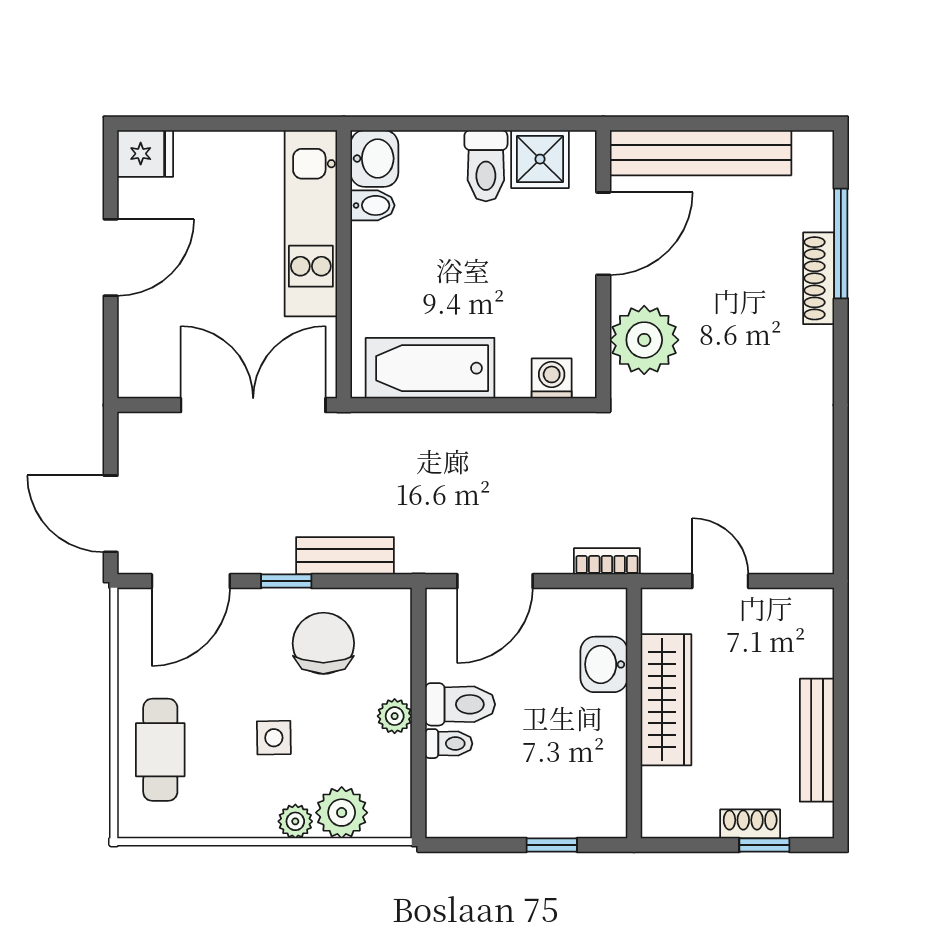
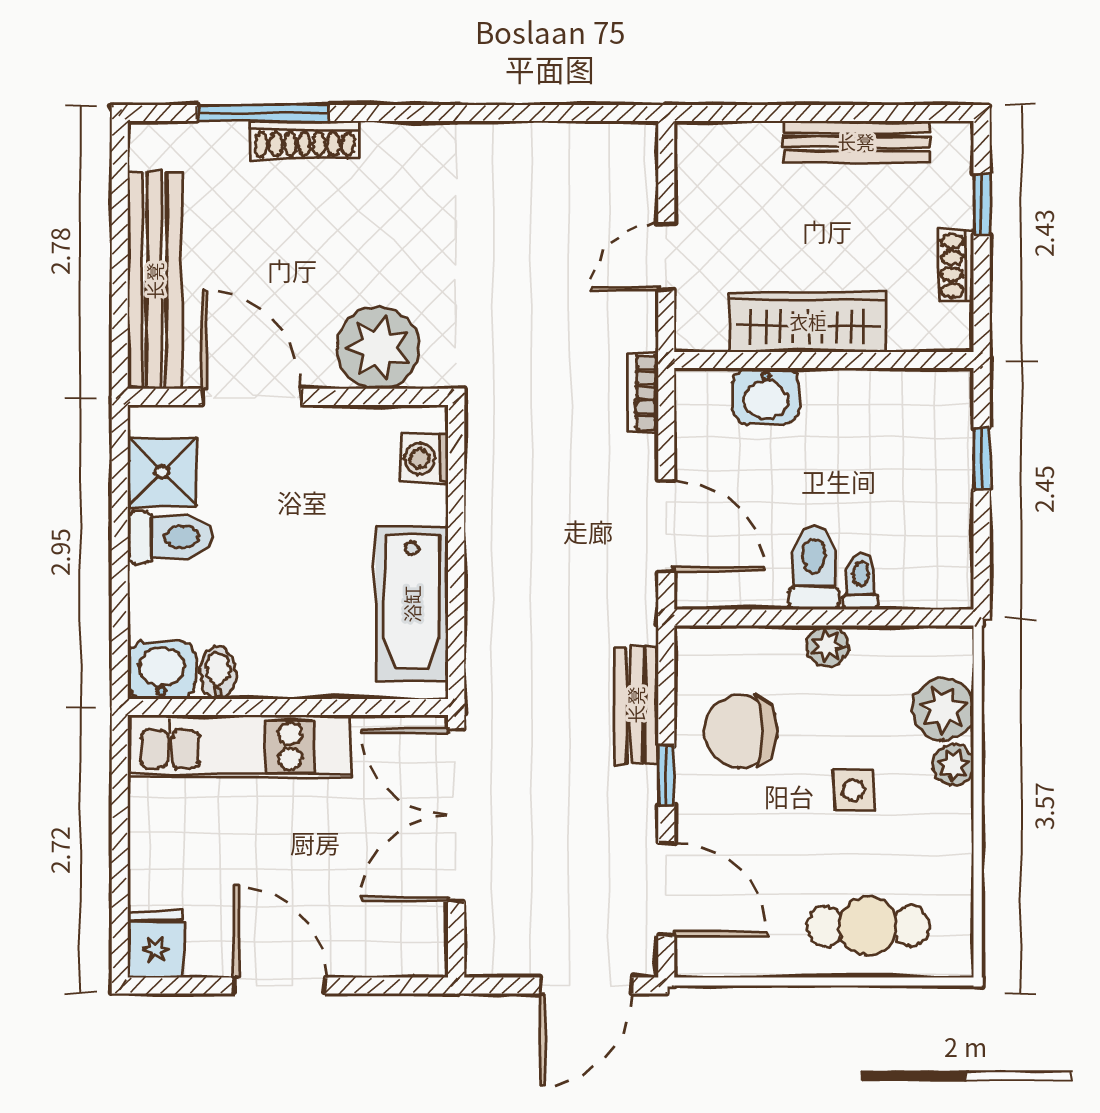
shoe rack: (750, 824) -> (956, 266), moved

